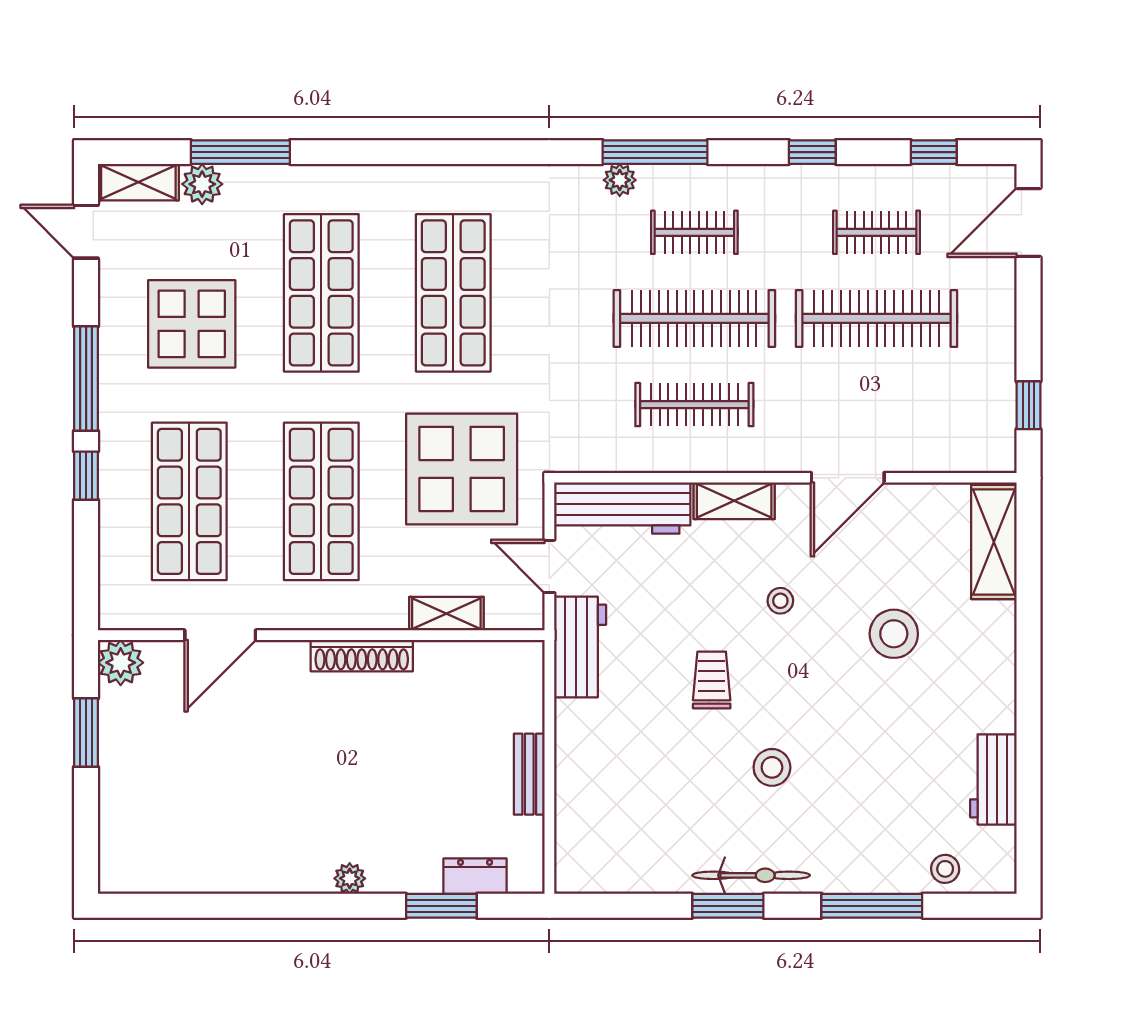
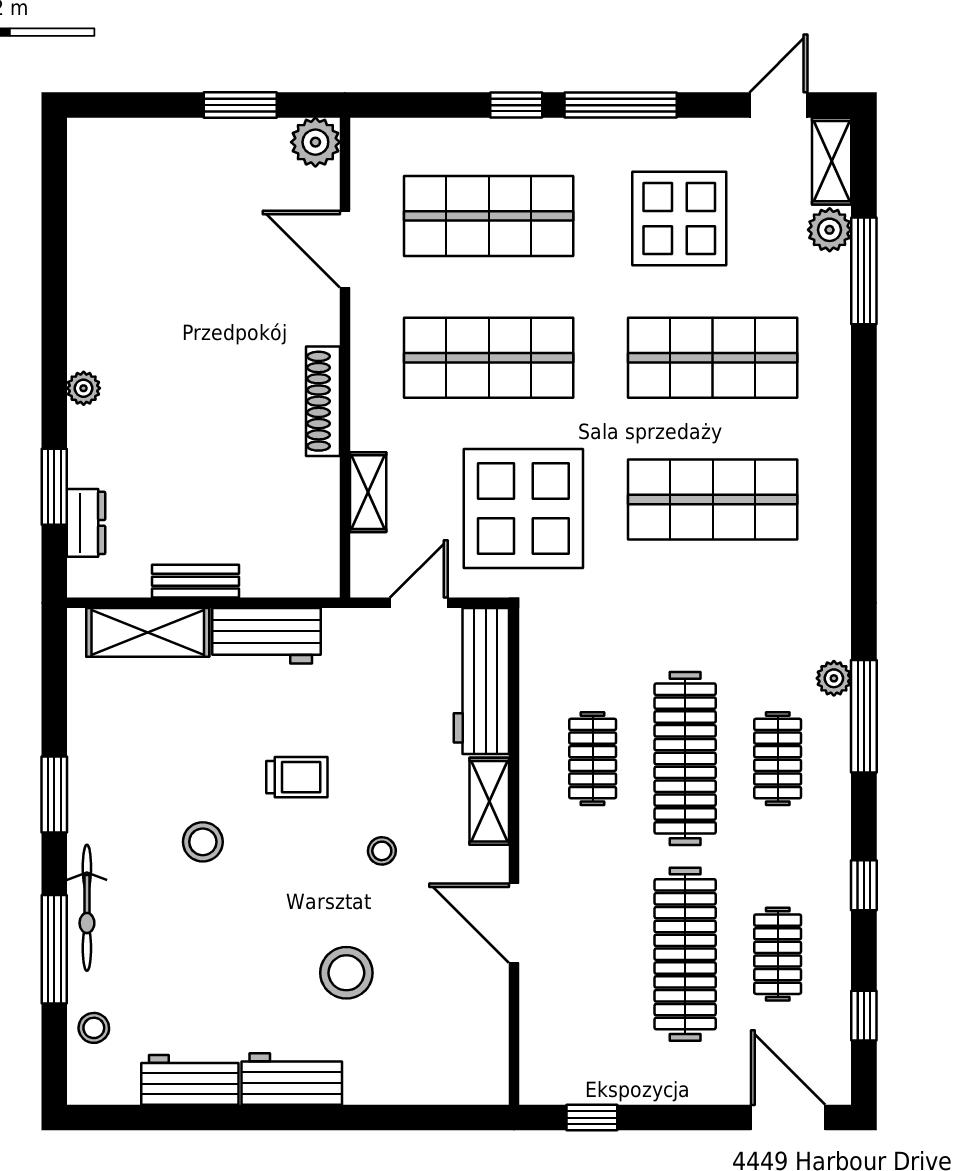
clothes rail: (694, 405) -> (593, 759), width x0.73
shelving: (994, 542) -> (148, 632), moved
workbench: (580, 647) -> (267, 636), moved
workbench: (993, 685) -> (292, 1079), added
bicycle: (751, 875) -> (87, 908), moved

